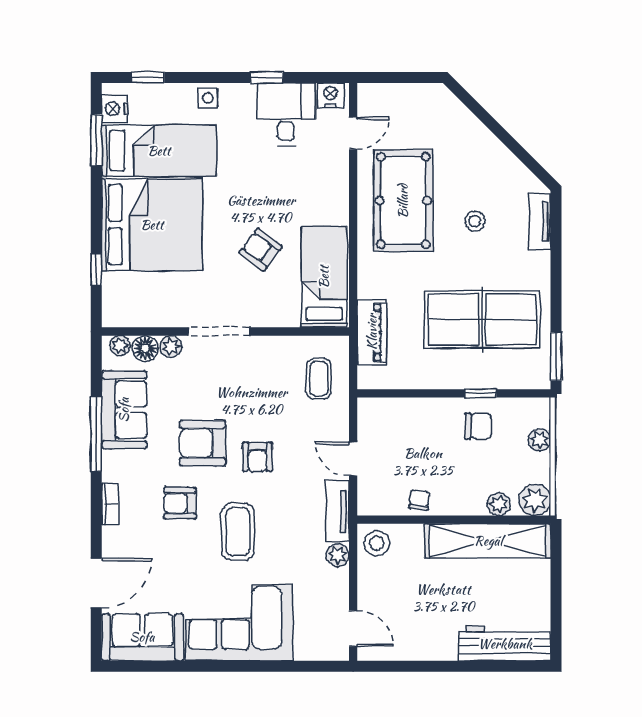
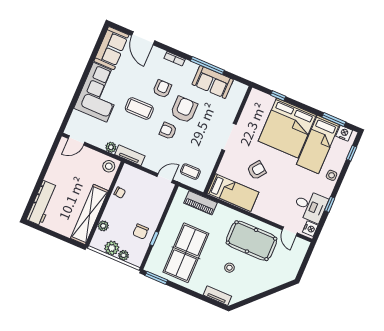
plant: (120, 346) -> (241, 92), removed
plant: (171, 346) -> (231, 114), removed
floor lamp: (145, 348) -> (235, 102), removed
door: (353, 459) -> (165, 178), moved
plant: (535, 500) -> (112, 248), moved

